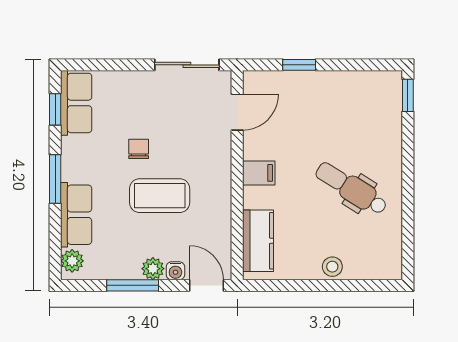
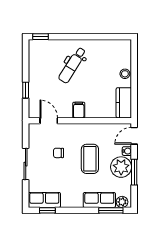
sliding door: (187, 65) -> (26, 164), moved
chair: (139, 149) -> (59, 153), moved
window: (55, 179) -> (111, 210), moved
dental chair: (351, 188) -> (72, 65), moved
kitchen counter: (258, 241) -> (124, 103), moved, turned -90
plant: (153, 269) -> (121, 167), width x1.88, depth x1.88

